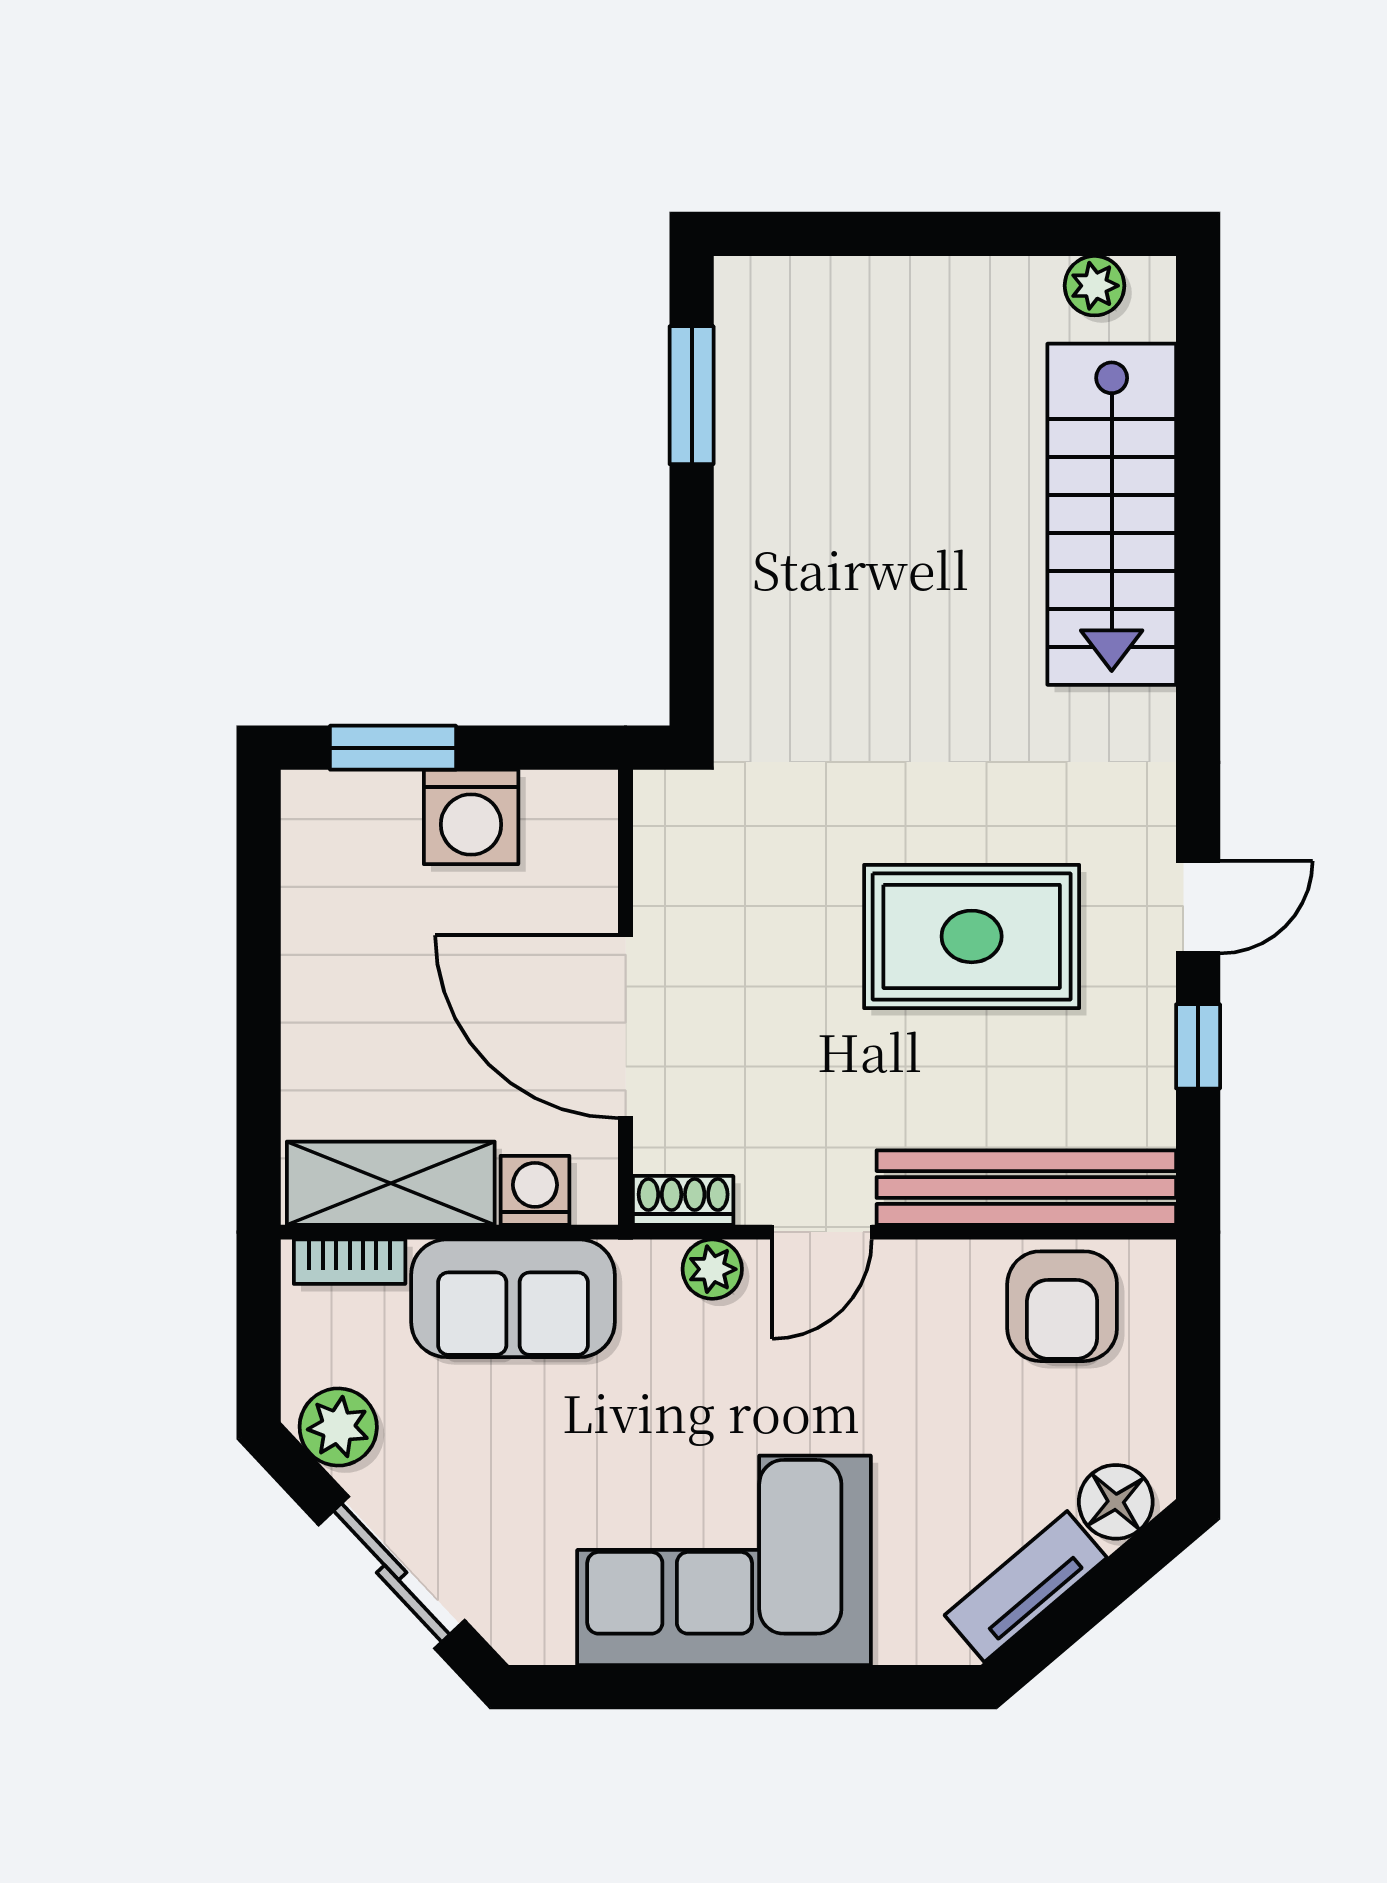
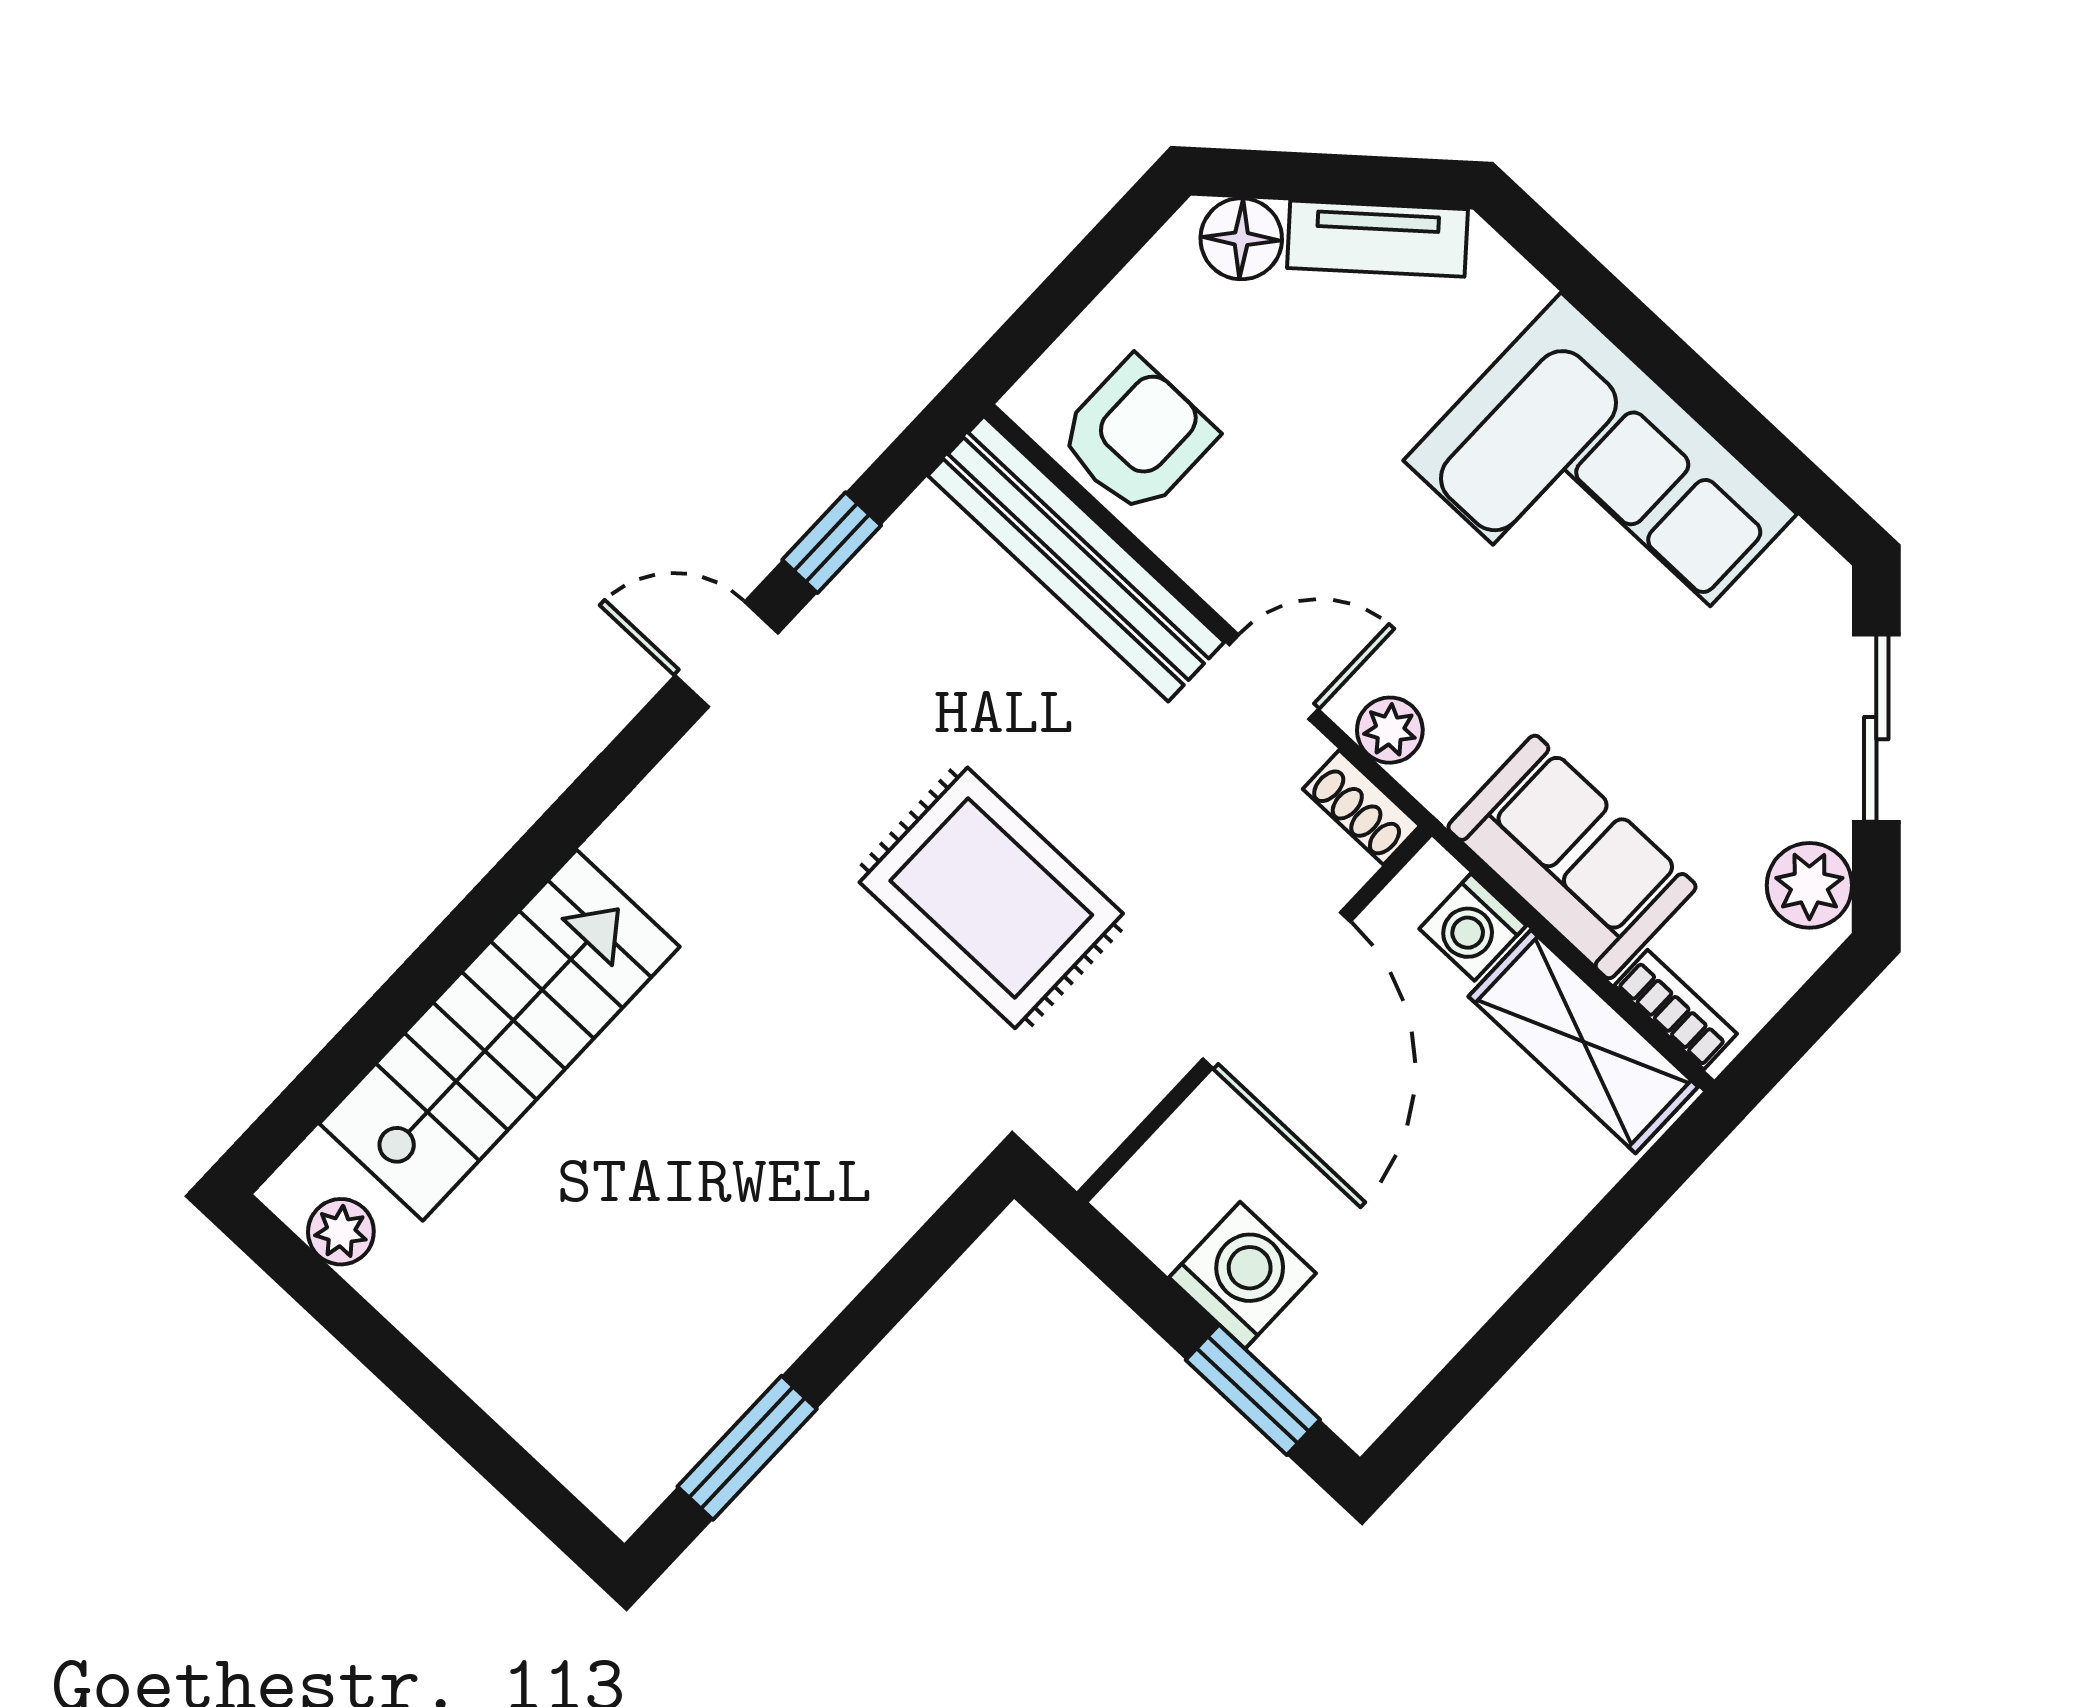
rug: (972, 936) -> (991, 898), moved

